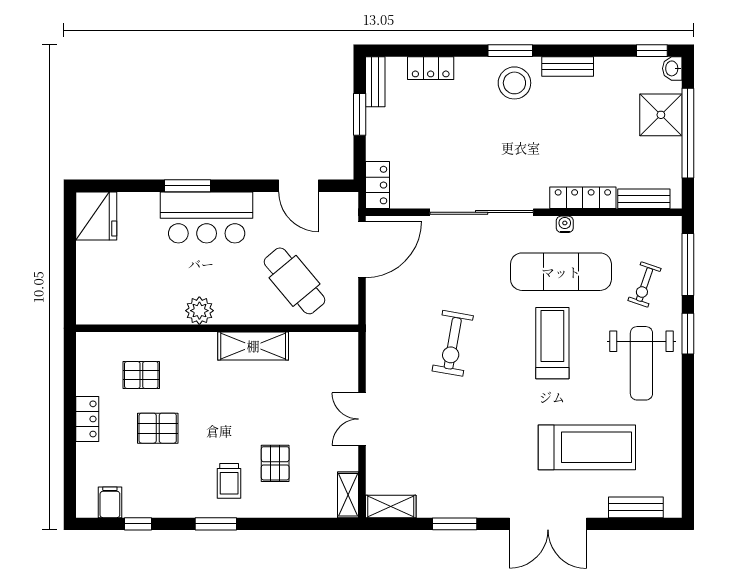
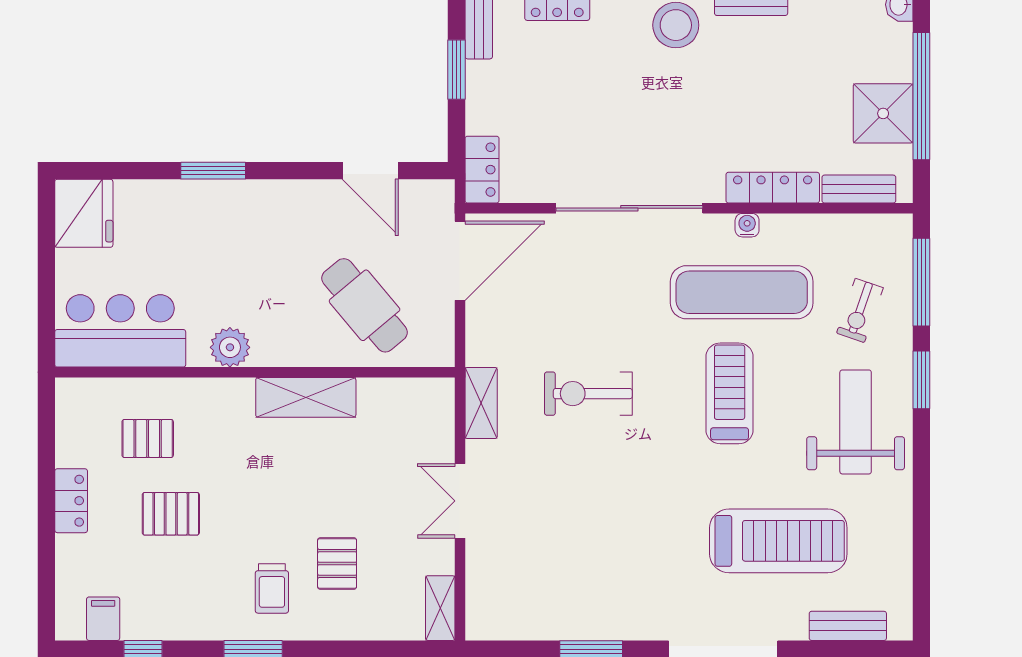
shower: (661, 115) -> (883, 113), moved
bar counter: (207, 217) -> (120, 331), moved, turned 180
exercise bike: (453, 343) -> (588, 394), turned 80
weight bench: (641, 363) -> (856, 422), turned 180
shelving: (391, 506) -> (481, 403), moved, turned 90

